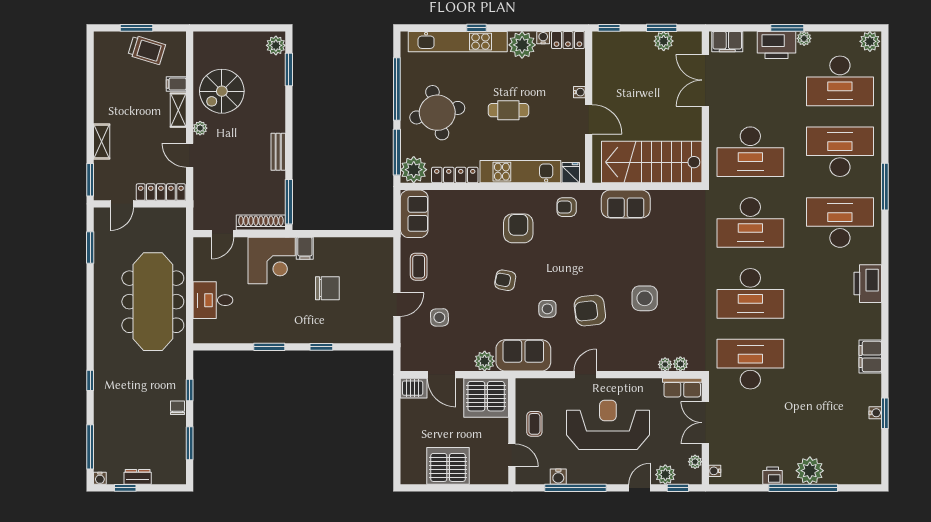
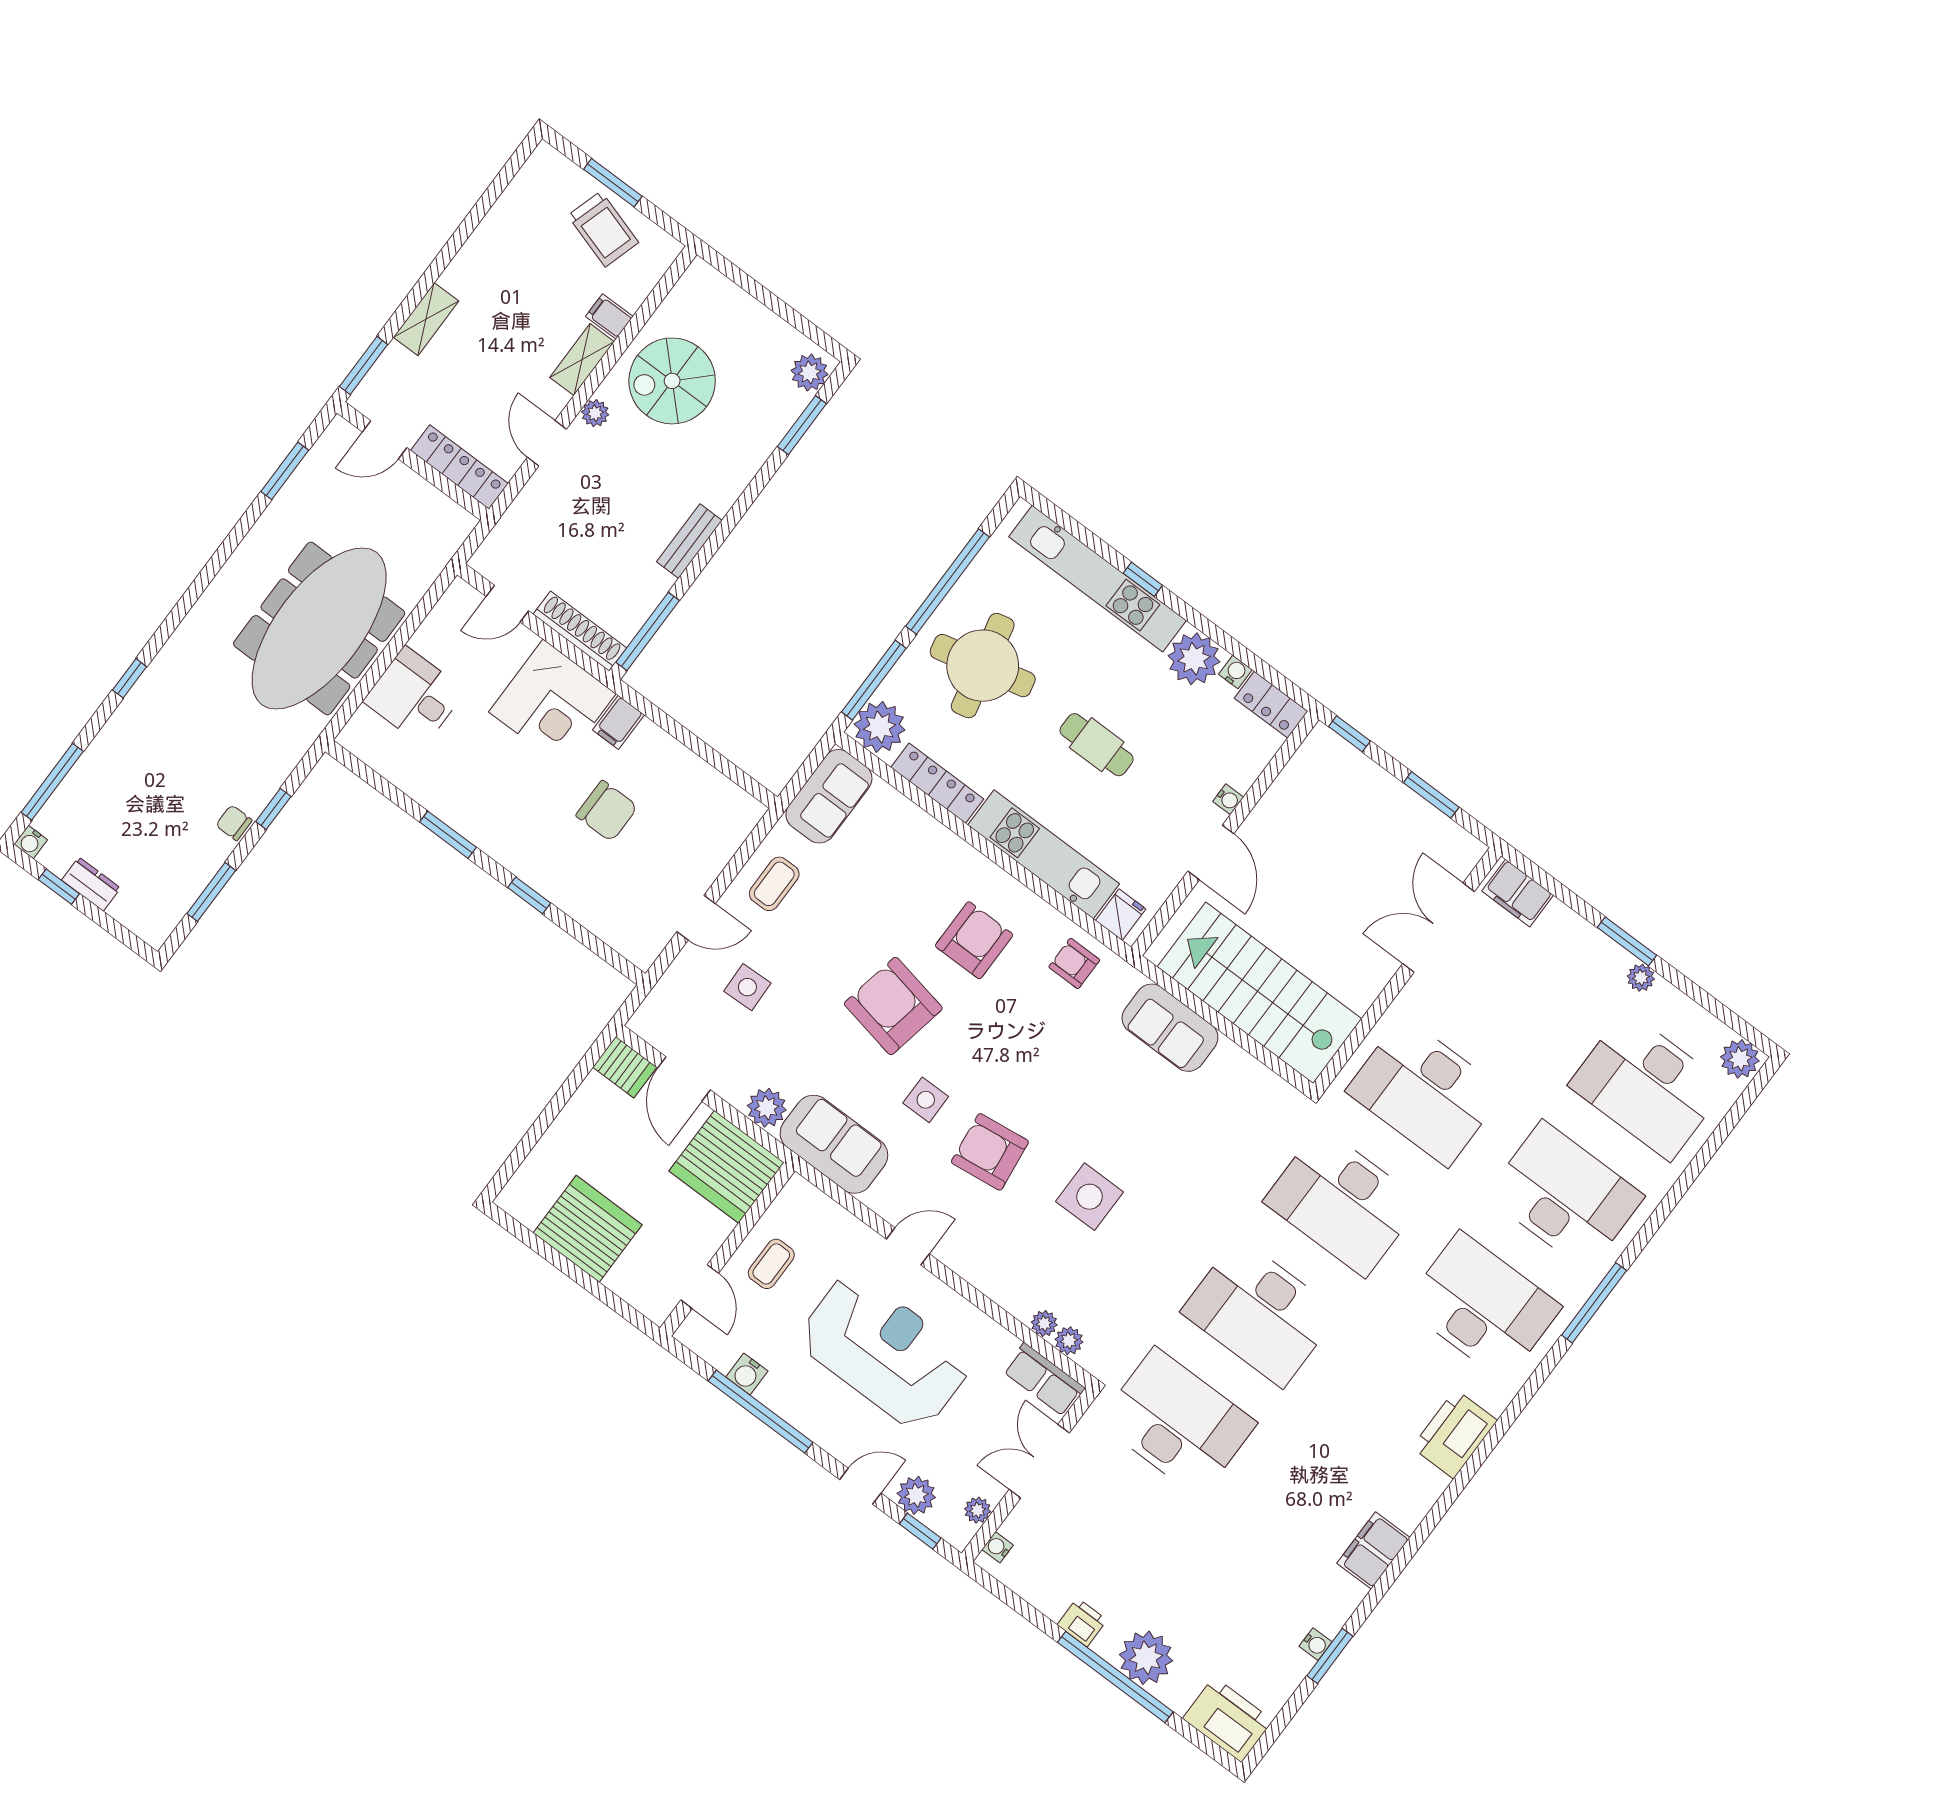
plant: (664, 41) -> (1419, 818), removed
printer: (777, 45) -> (1228, 1719), moved, turned 180
armchair: (505, 280) -> (893, 1006), width x1.88, depth x1.88
chair: (178, 408) -> (234, 823), turned -90

